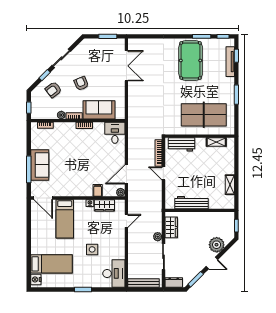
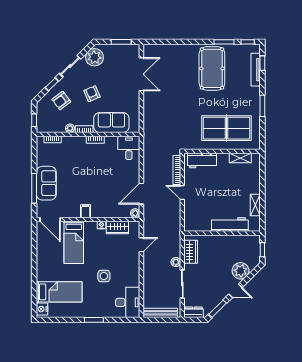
plant: (84, 50) -> (94, 57), added
filing cabinet: (98, 190) -> (86, 211), moved
workbench: (192, 203) -> (230, 225), moved

